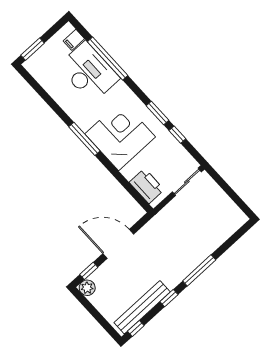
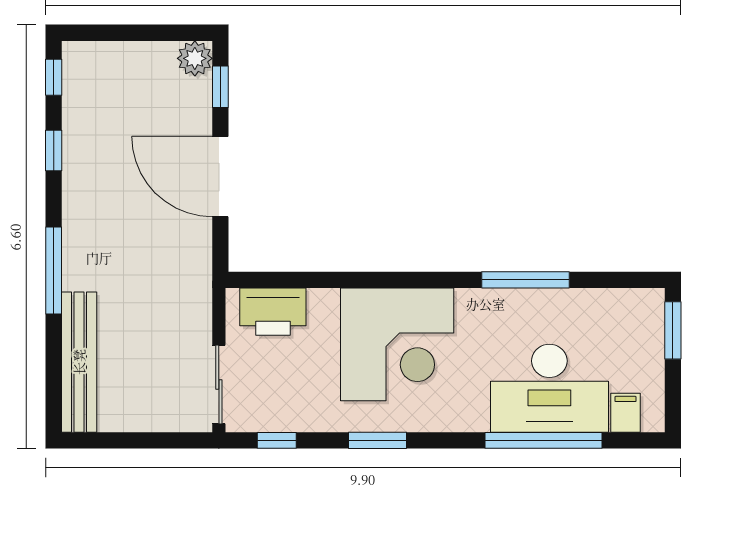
window: (177, 135) -> (277, 440), moved
window: (84, 139) -> (526, 280), moved
door: (118, 244) -> (220, 177), swing flipped
window: (169, 298) -> (54, 151), moved
bench: (142, 307) -> (79, 362), moved

